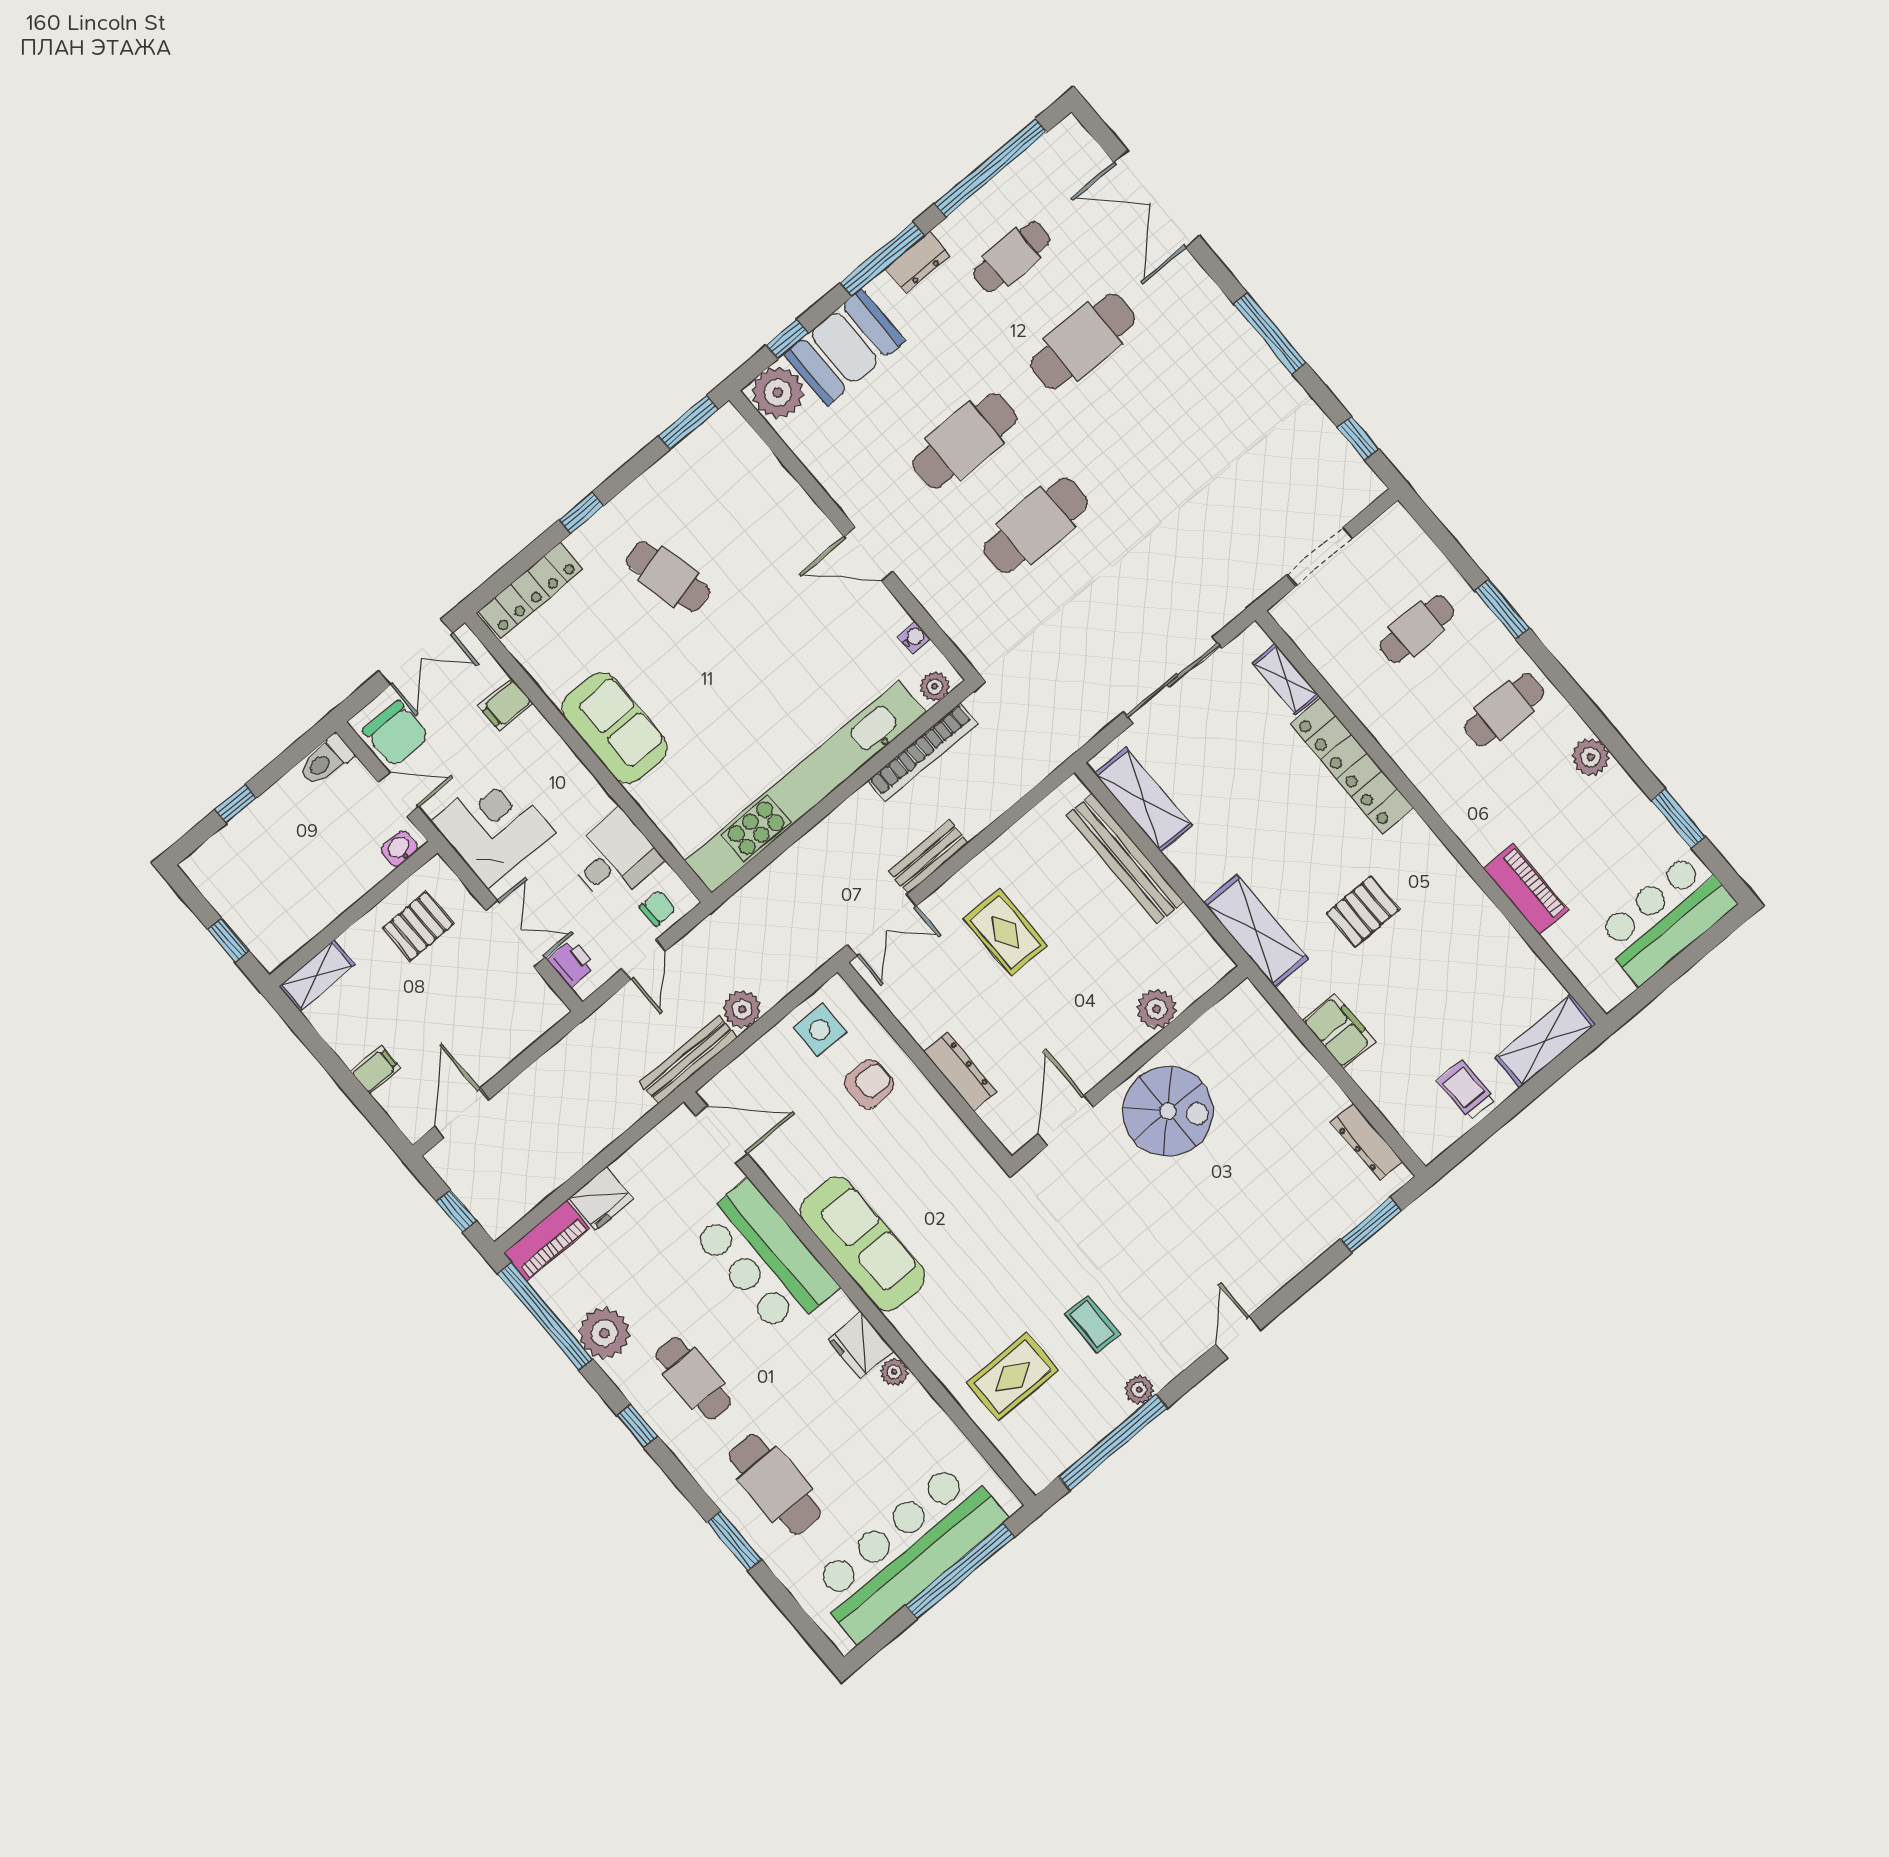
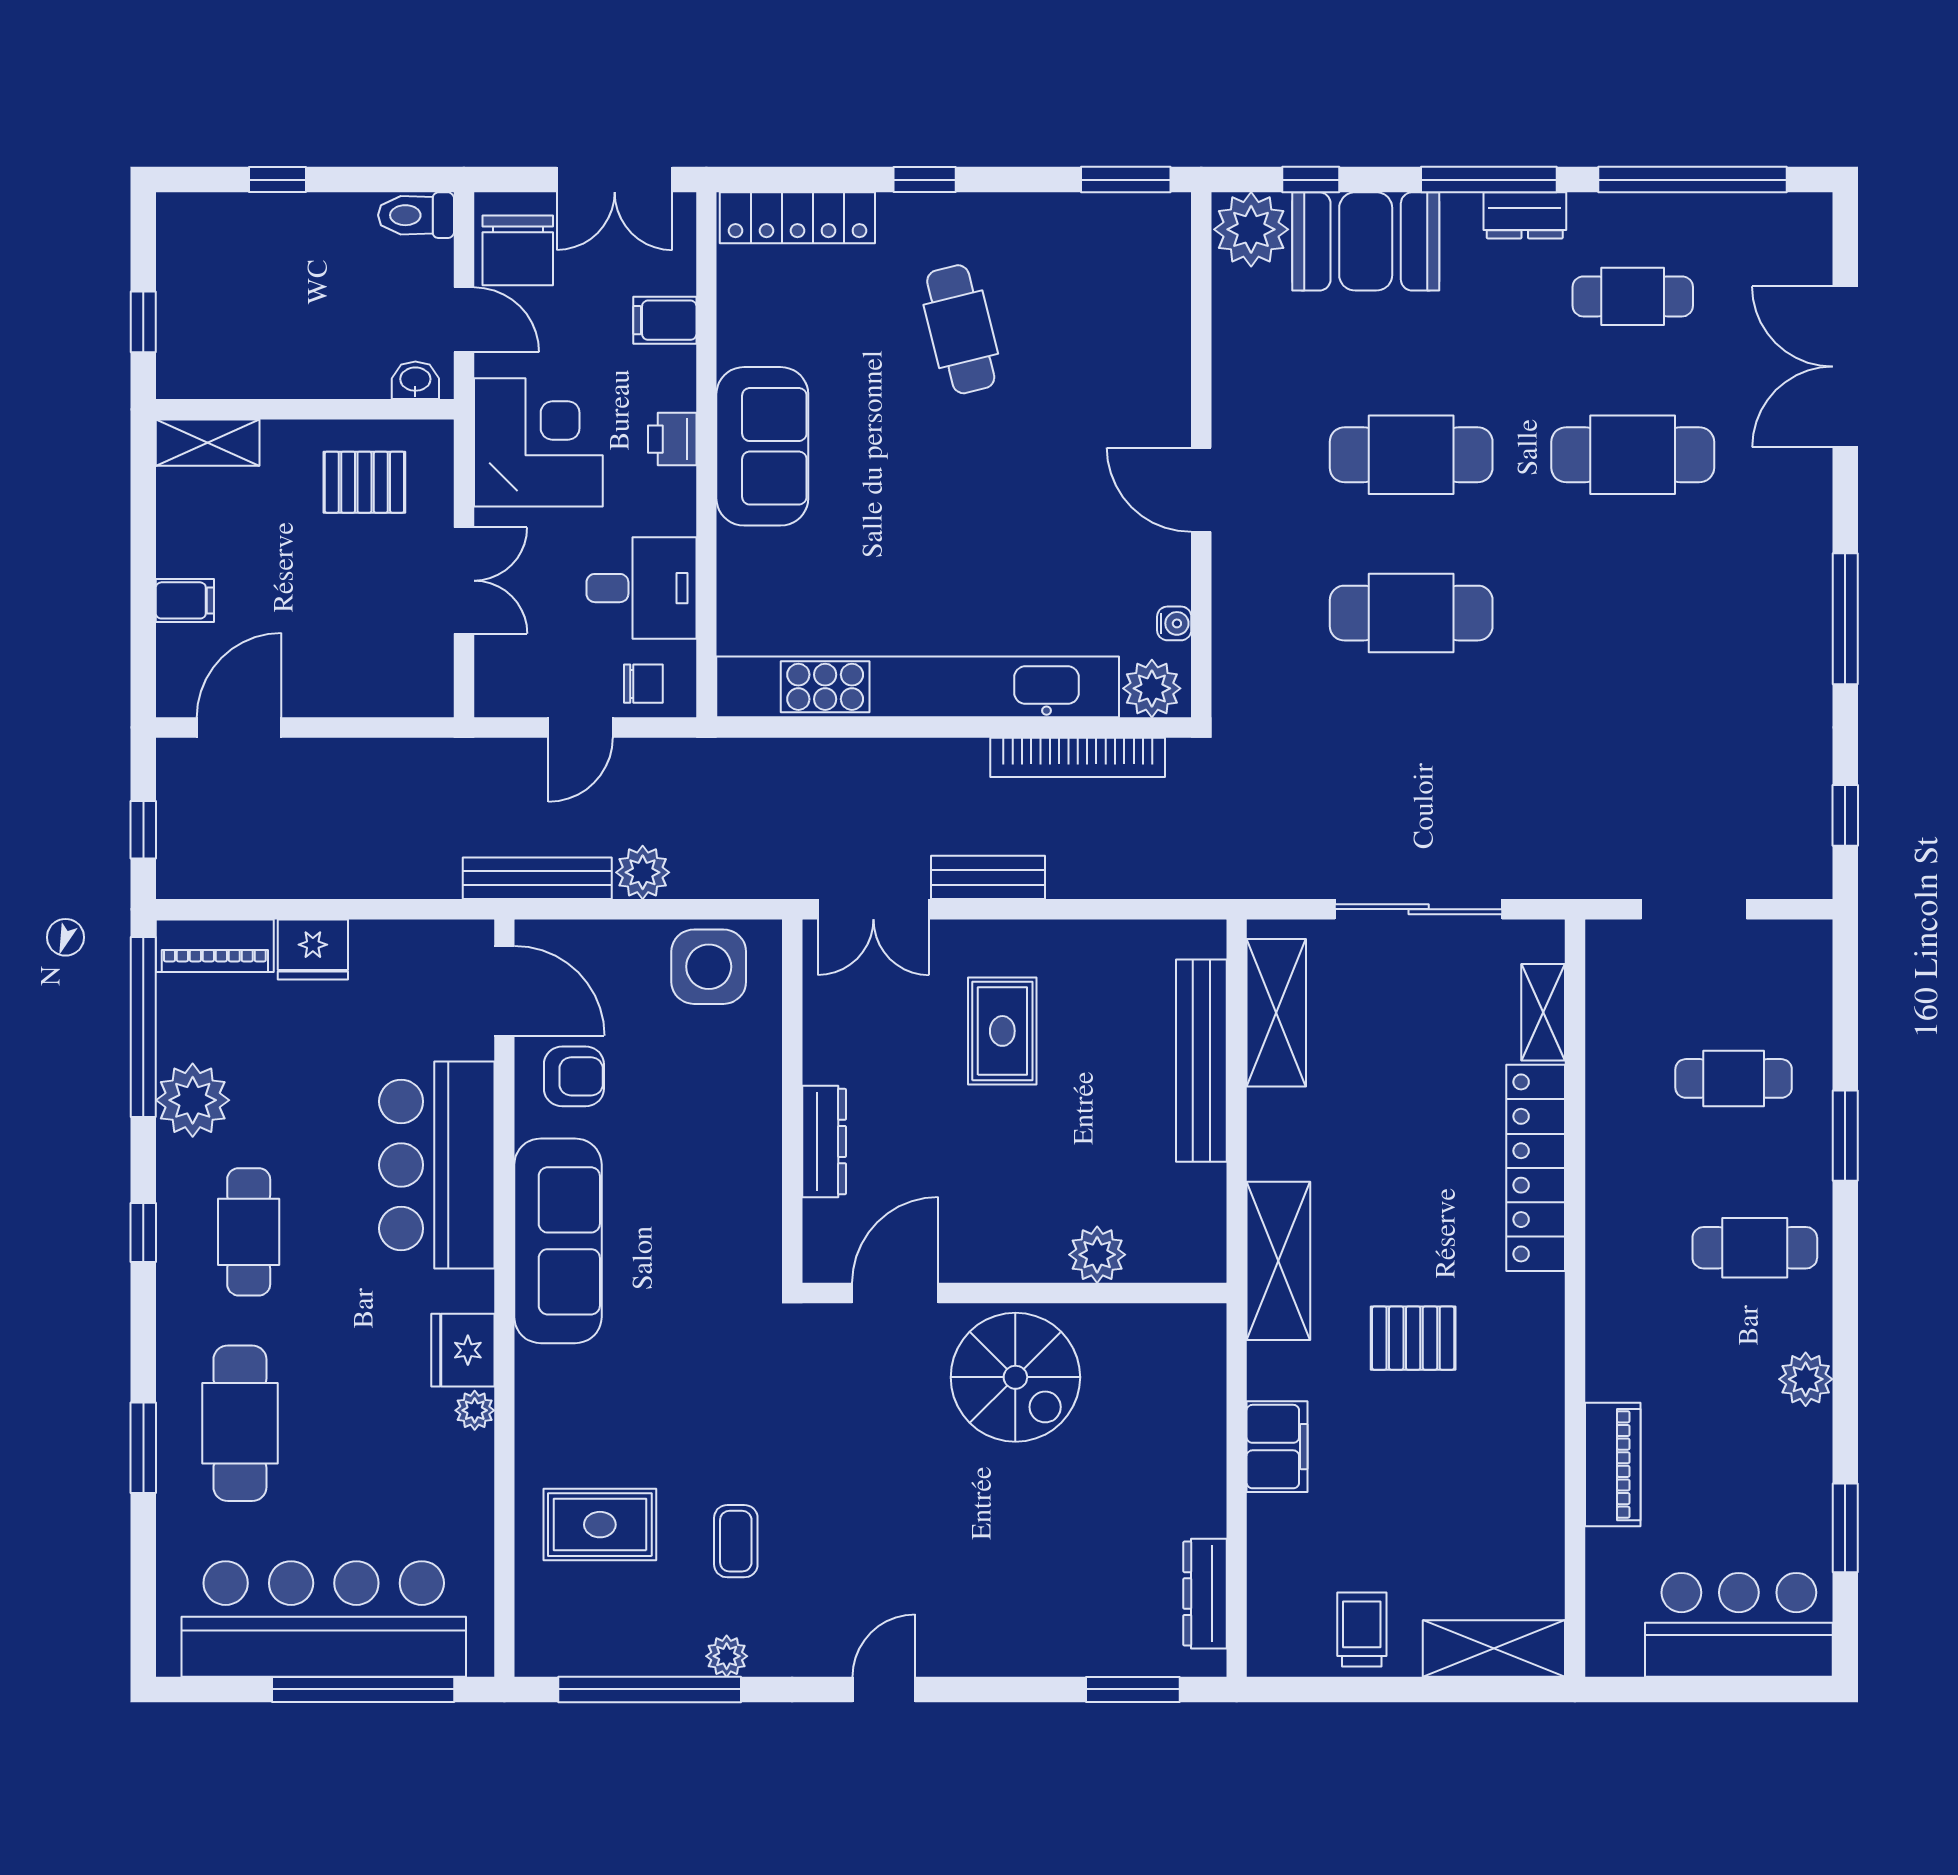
plant: (935, 686) -> (1152, 688), width x1.38, depth x1.38
printer: (571, 963) -> (672, 439), moved, turned 180
side table: (820, 1030) -> (709, 967), width x1.37, depth x1.37
armchair: (869, 1084) -> (574, 1076), moved

